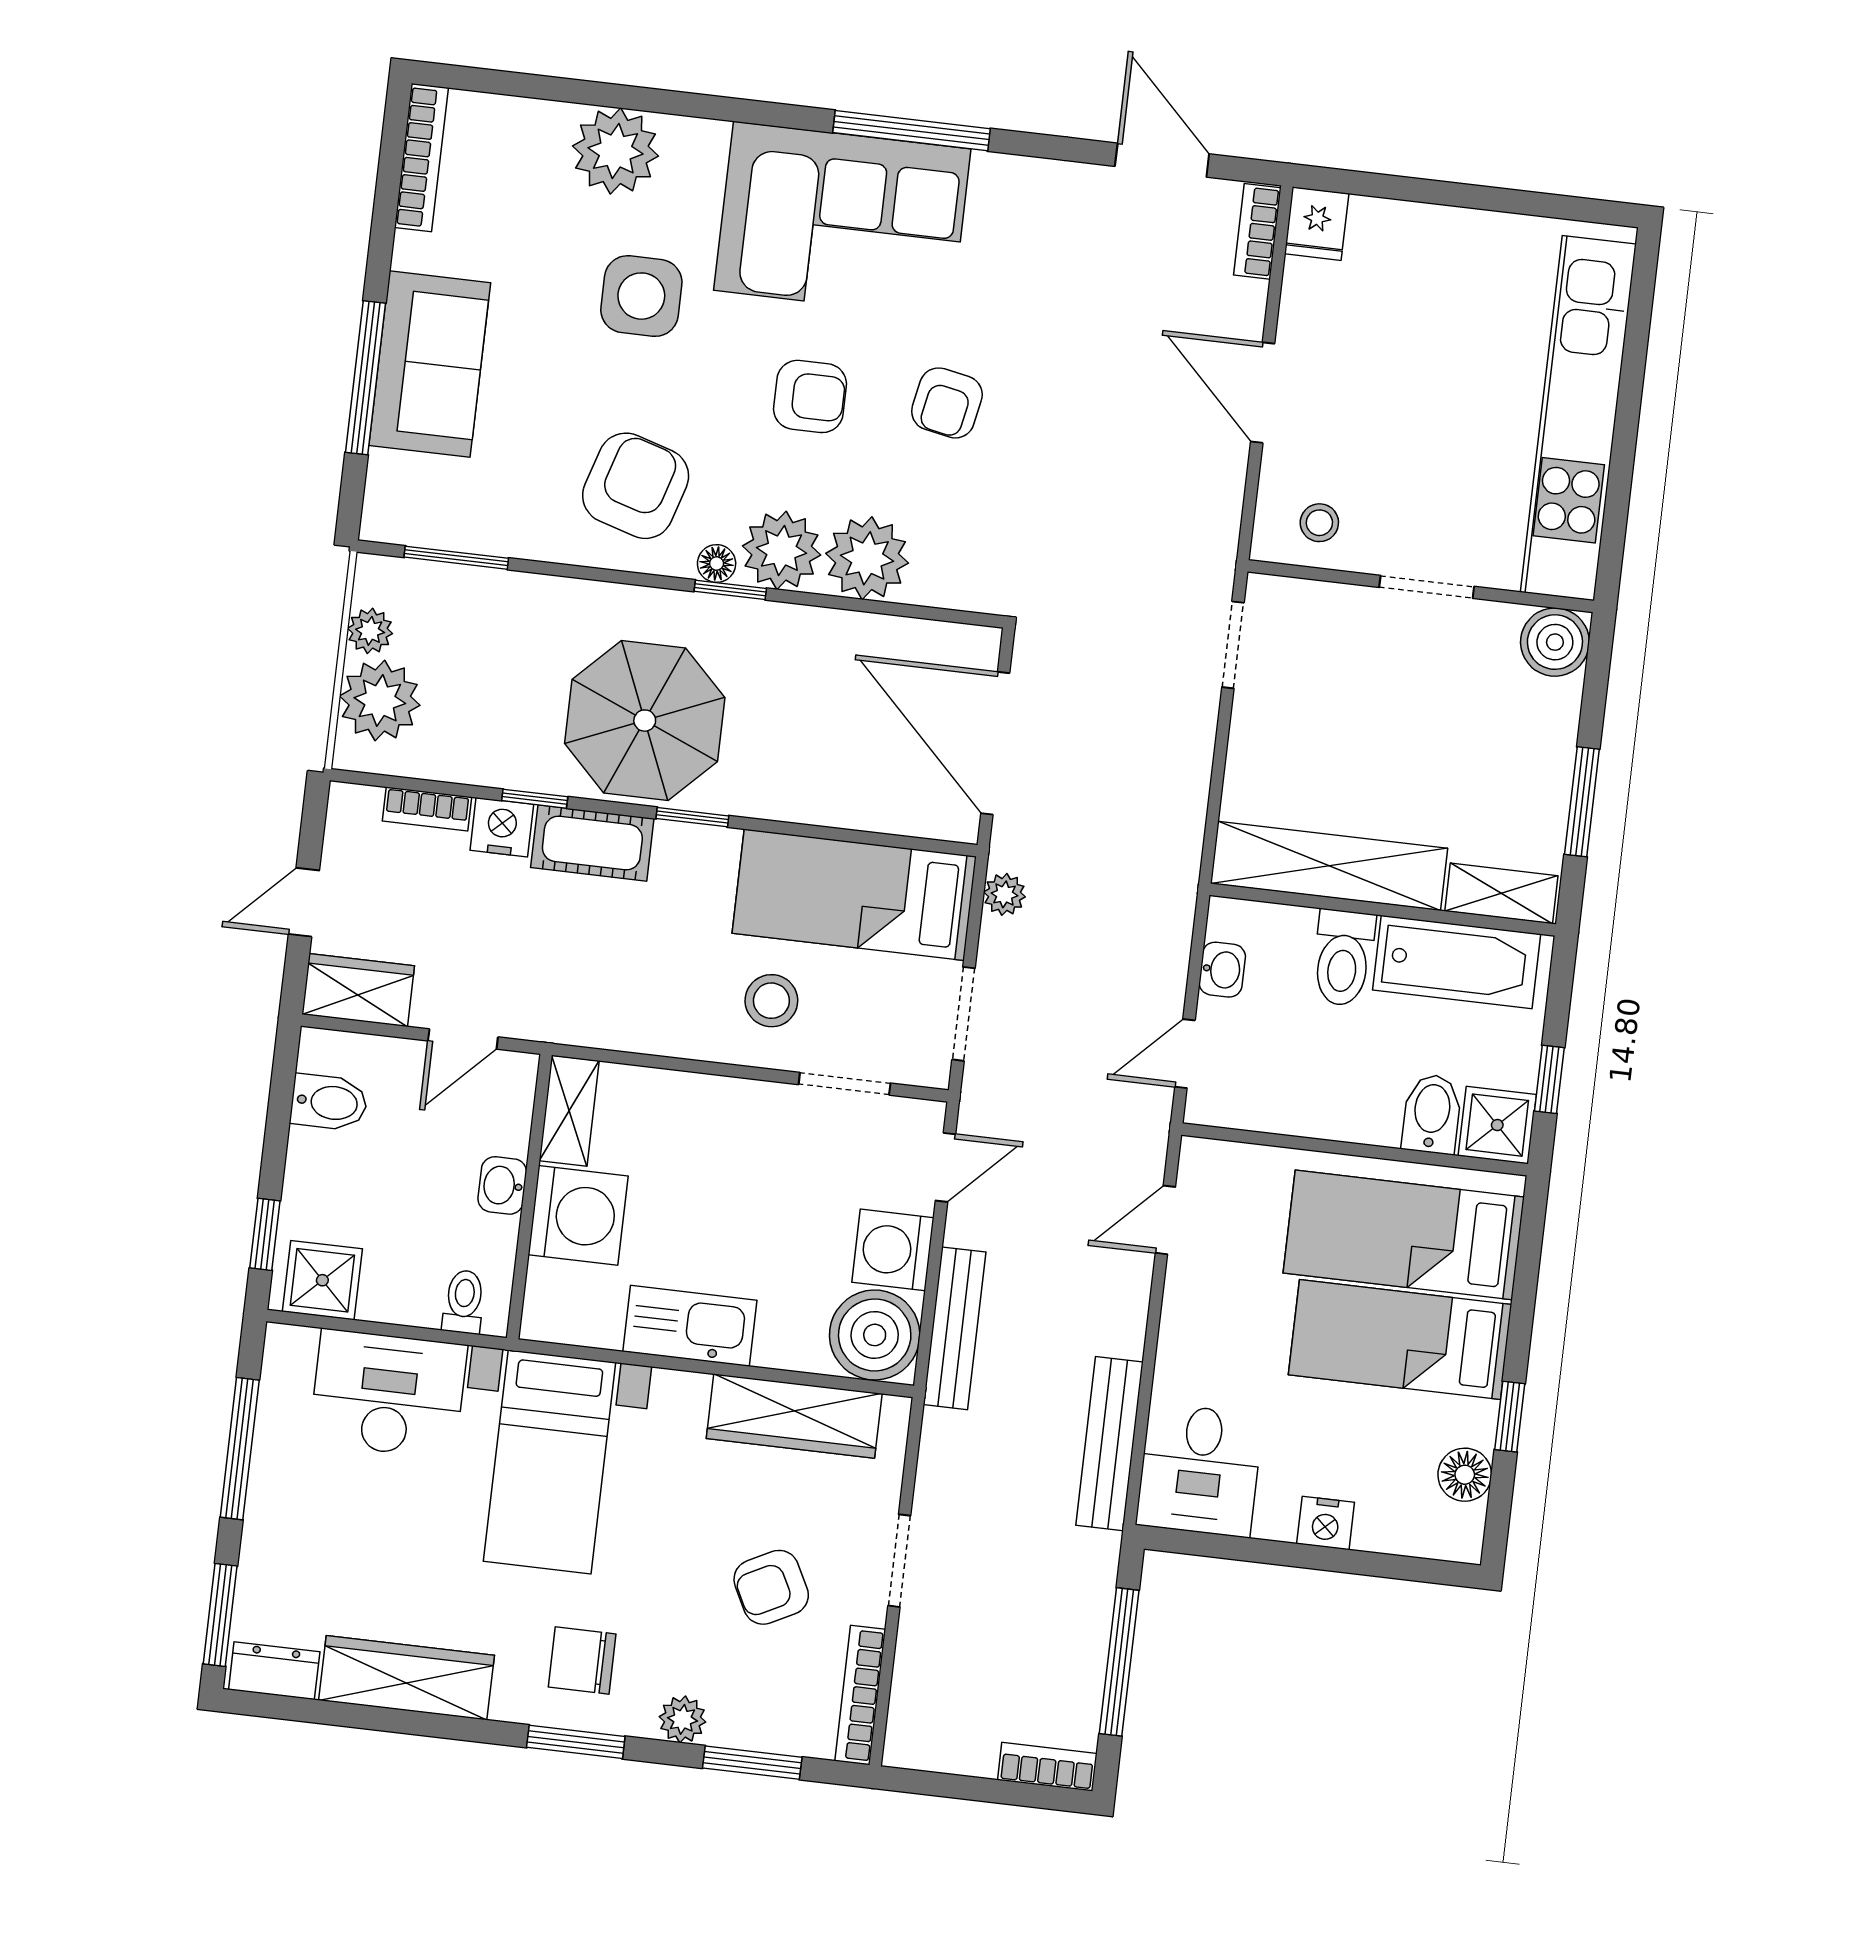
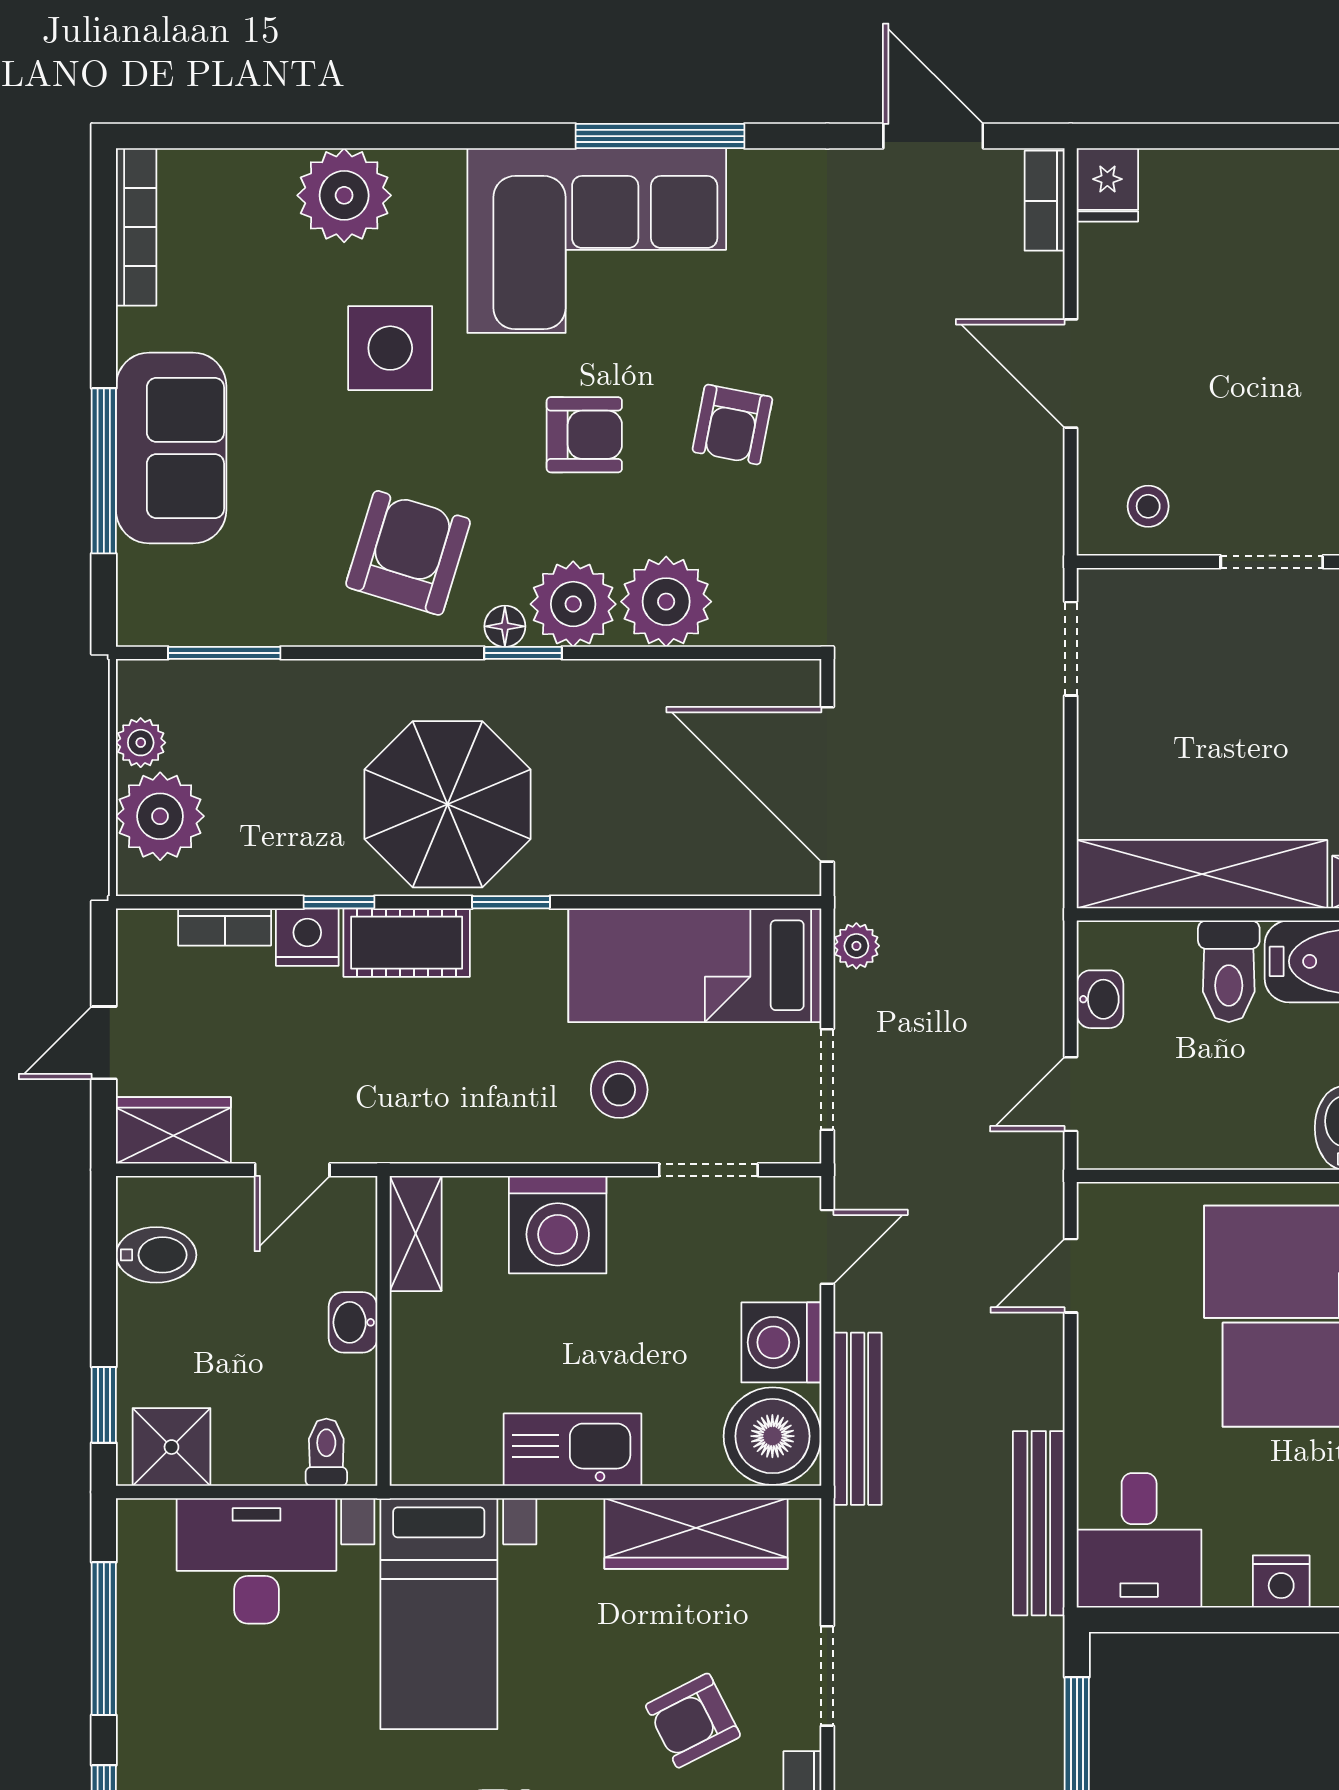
washing machine: (578, 1215) -> (558, 1225), moved, turned 90

